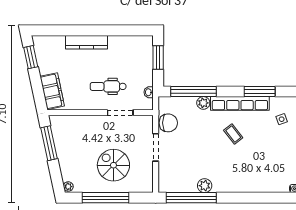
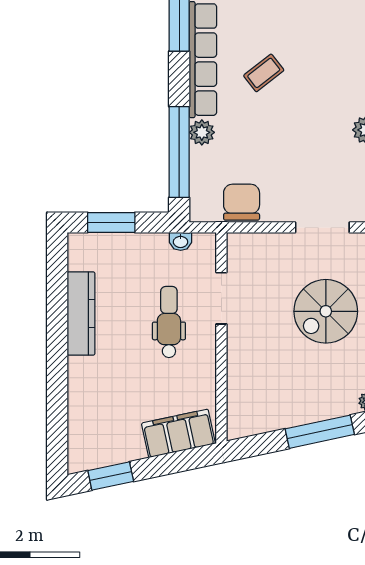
kitchen counter: (86, 42) -> (81, 313), moved
dental chair: (108, 86) -> (169, 322), turned 180
window: (49, 143) -> (320, 432), moved
doorway: (156, 147) -> (322, 227), moved

